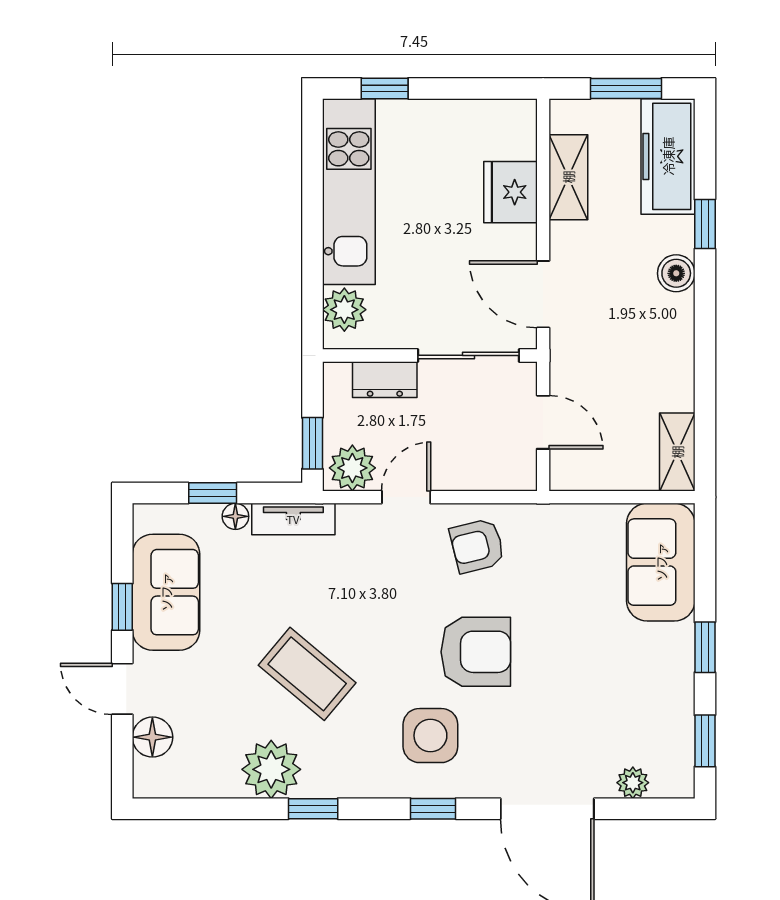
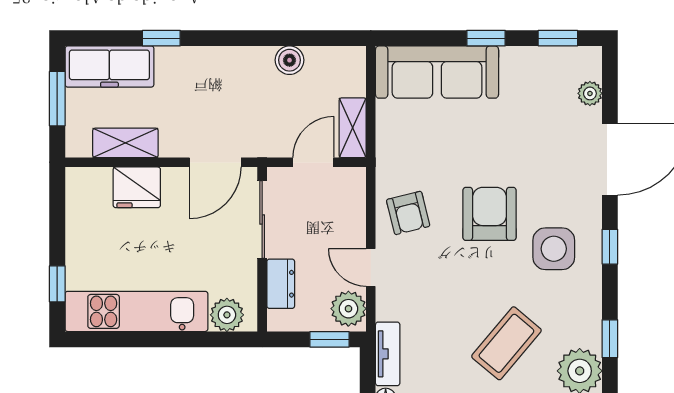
boiler: (676, 273) -> (290, 60), moved
shelving: (677, 452) -> (353, 128), moved, turned 90
sofa: (661, 562) -> (437, 72), width x1.36

